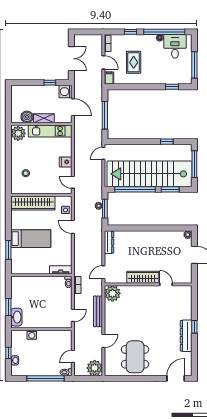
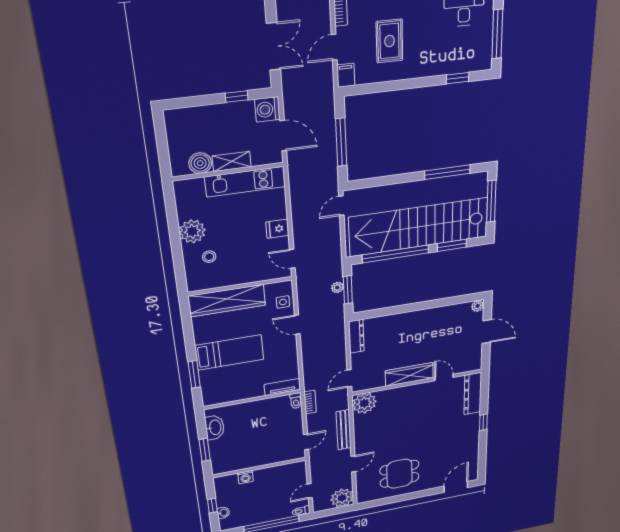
door: (103, 62) -> (334, 47), swing flipped
plant: (18, 133) -> (192, 231), moved
window: (167, 142) -> (447, 172), width x2.17
washbasin: (16, 317) -> (215, 427), moved
dresser: (186, 336) -> (473, 394), moved
dining table: (135, 357) -> (399, 474), width x0.73

